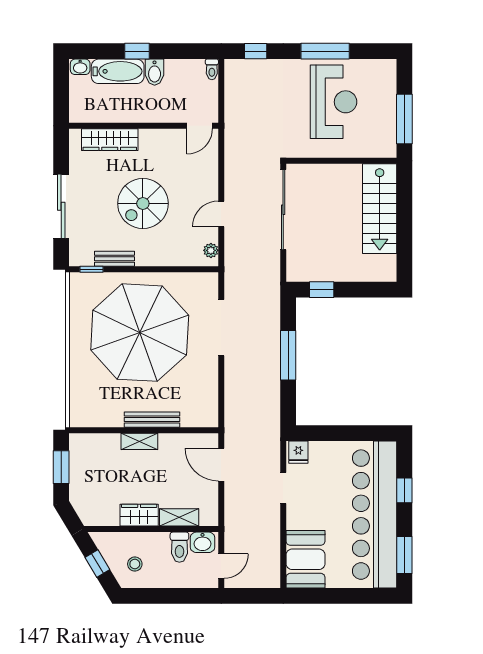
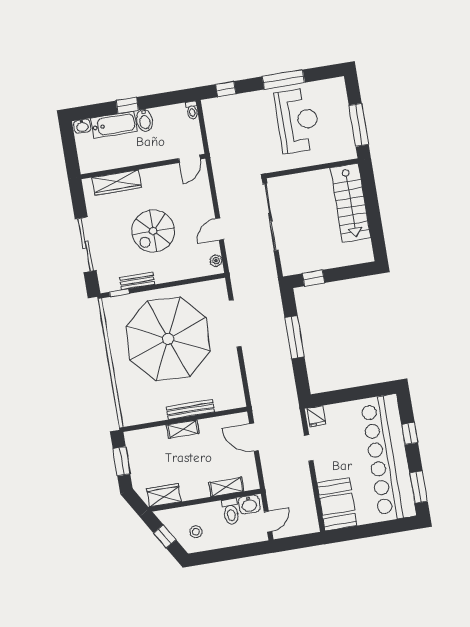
wardrobe: (139, 515) -> (164, 495), moved

